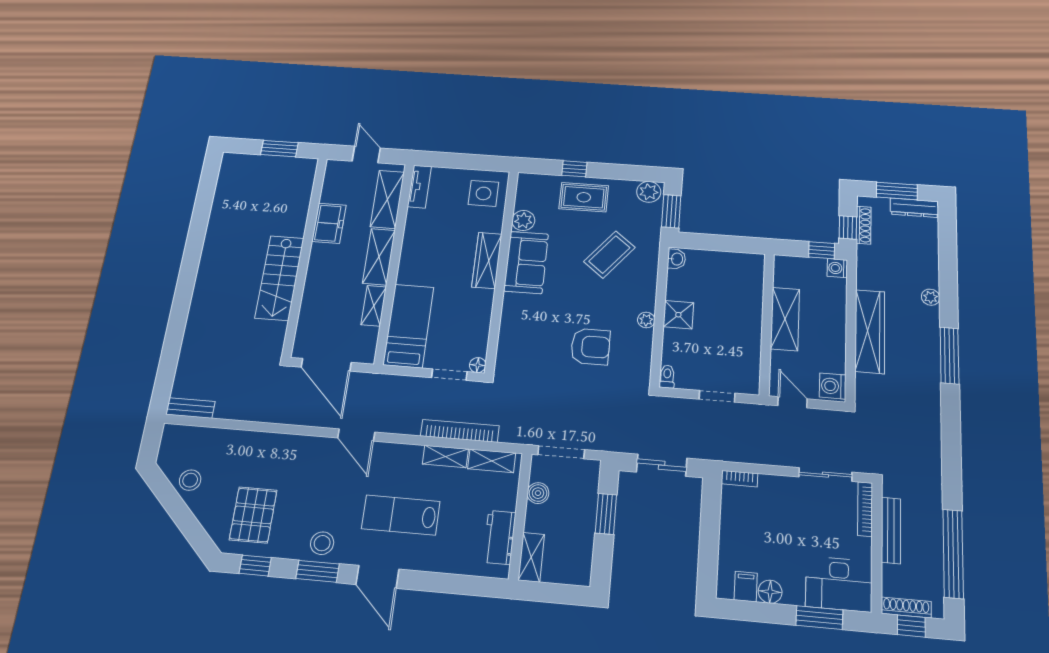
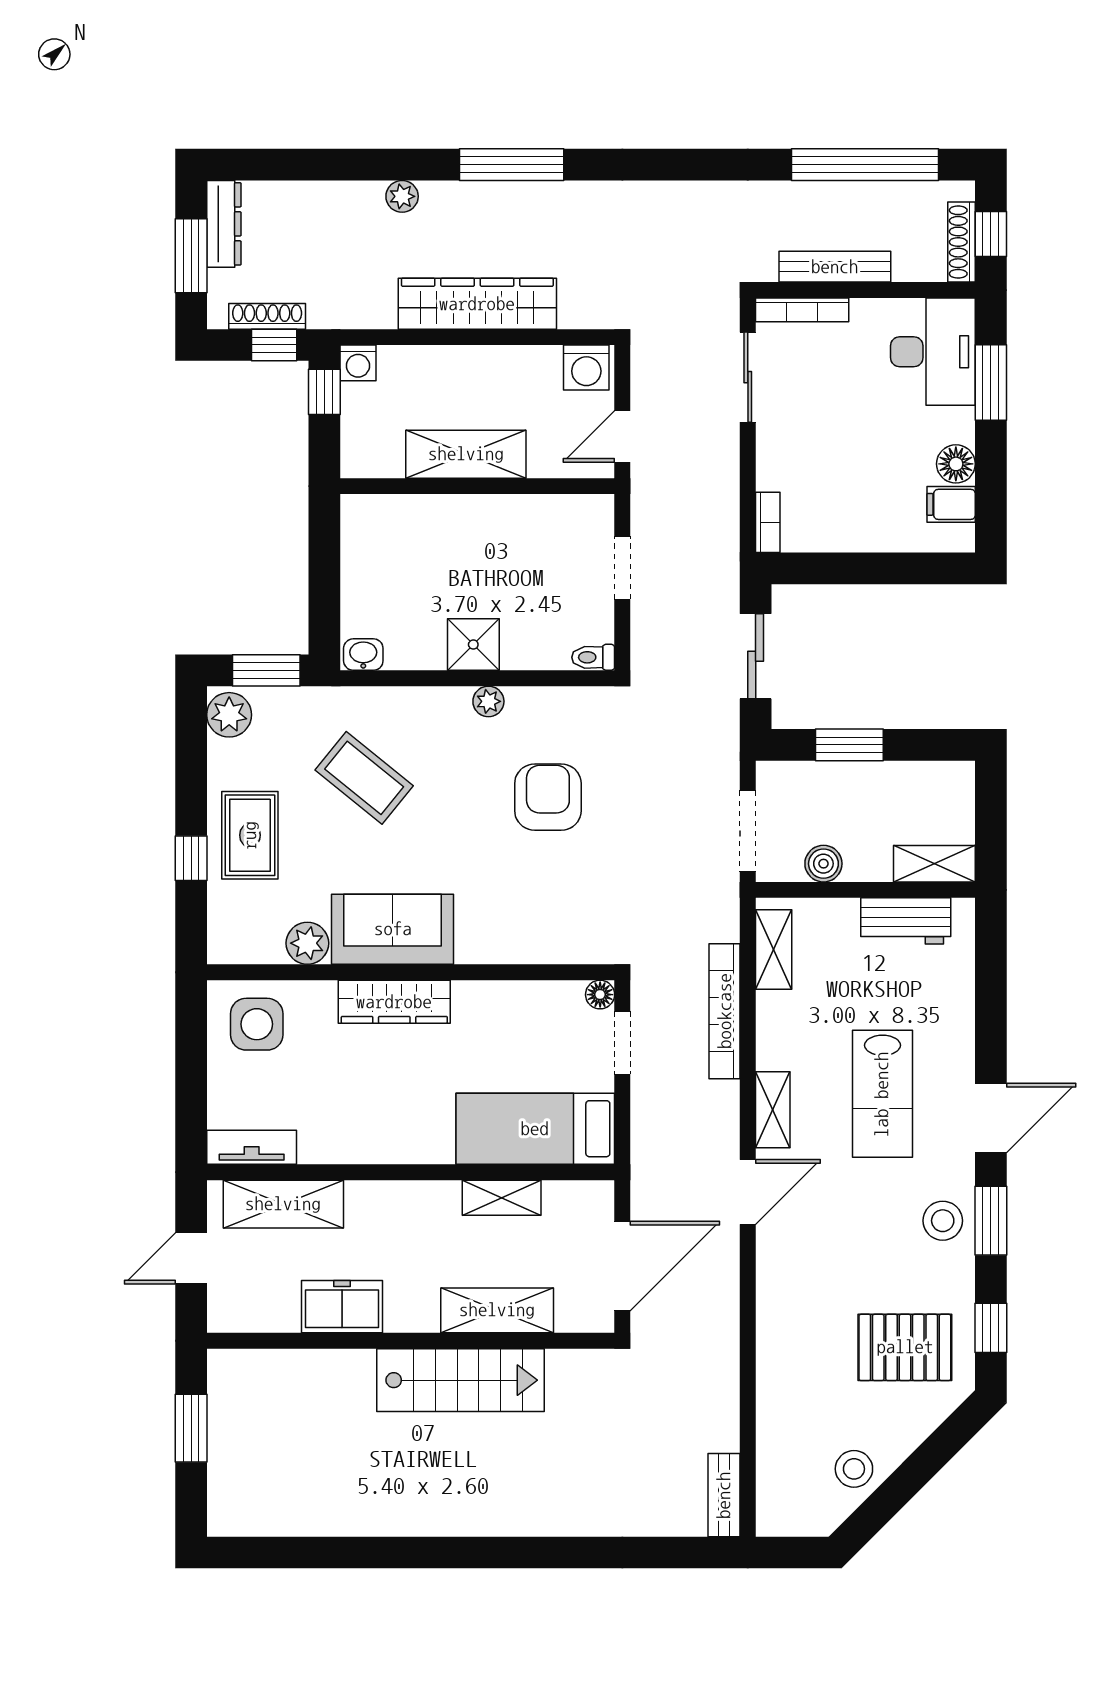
shelving: (379, 257) -> (497, 1310), moved
shelving: (445, 456) -> (773, 1110), moved

